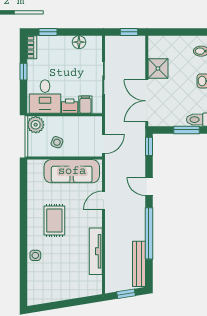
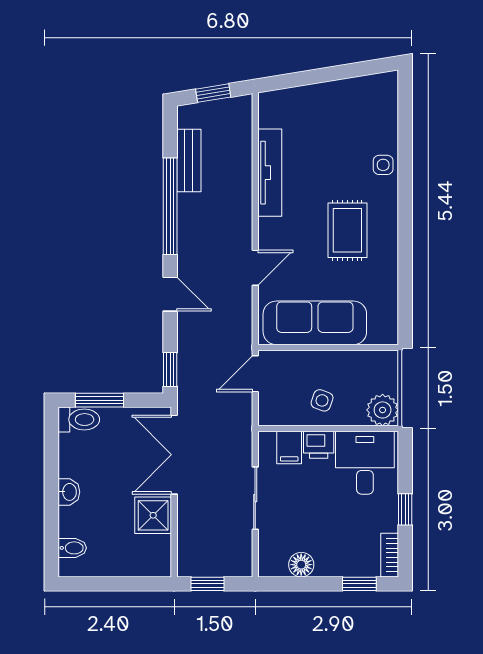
double door: (147, 101) -> (174, 455), swing flipped
side table: (57, 142) -> (322, 400), moved
bench: (139, 264) -> (189, 160), width x0.73

